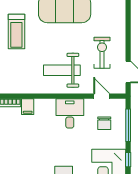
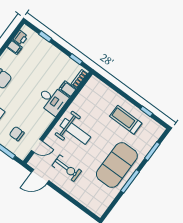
weight bench: (62, 70) -> (75, 131), turned 90
desk: (70, 113) -> (52, 100), moved

